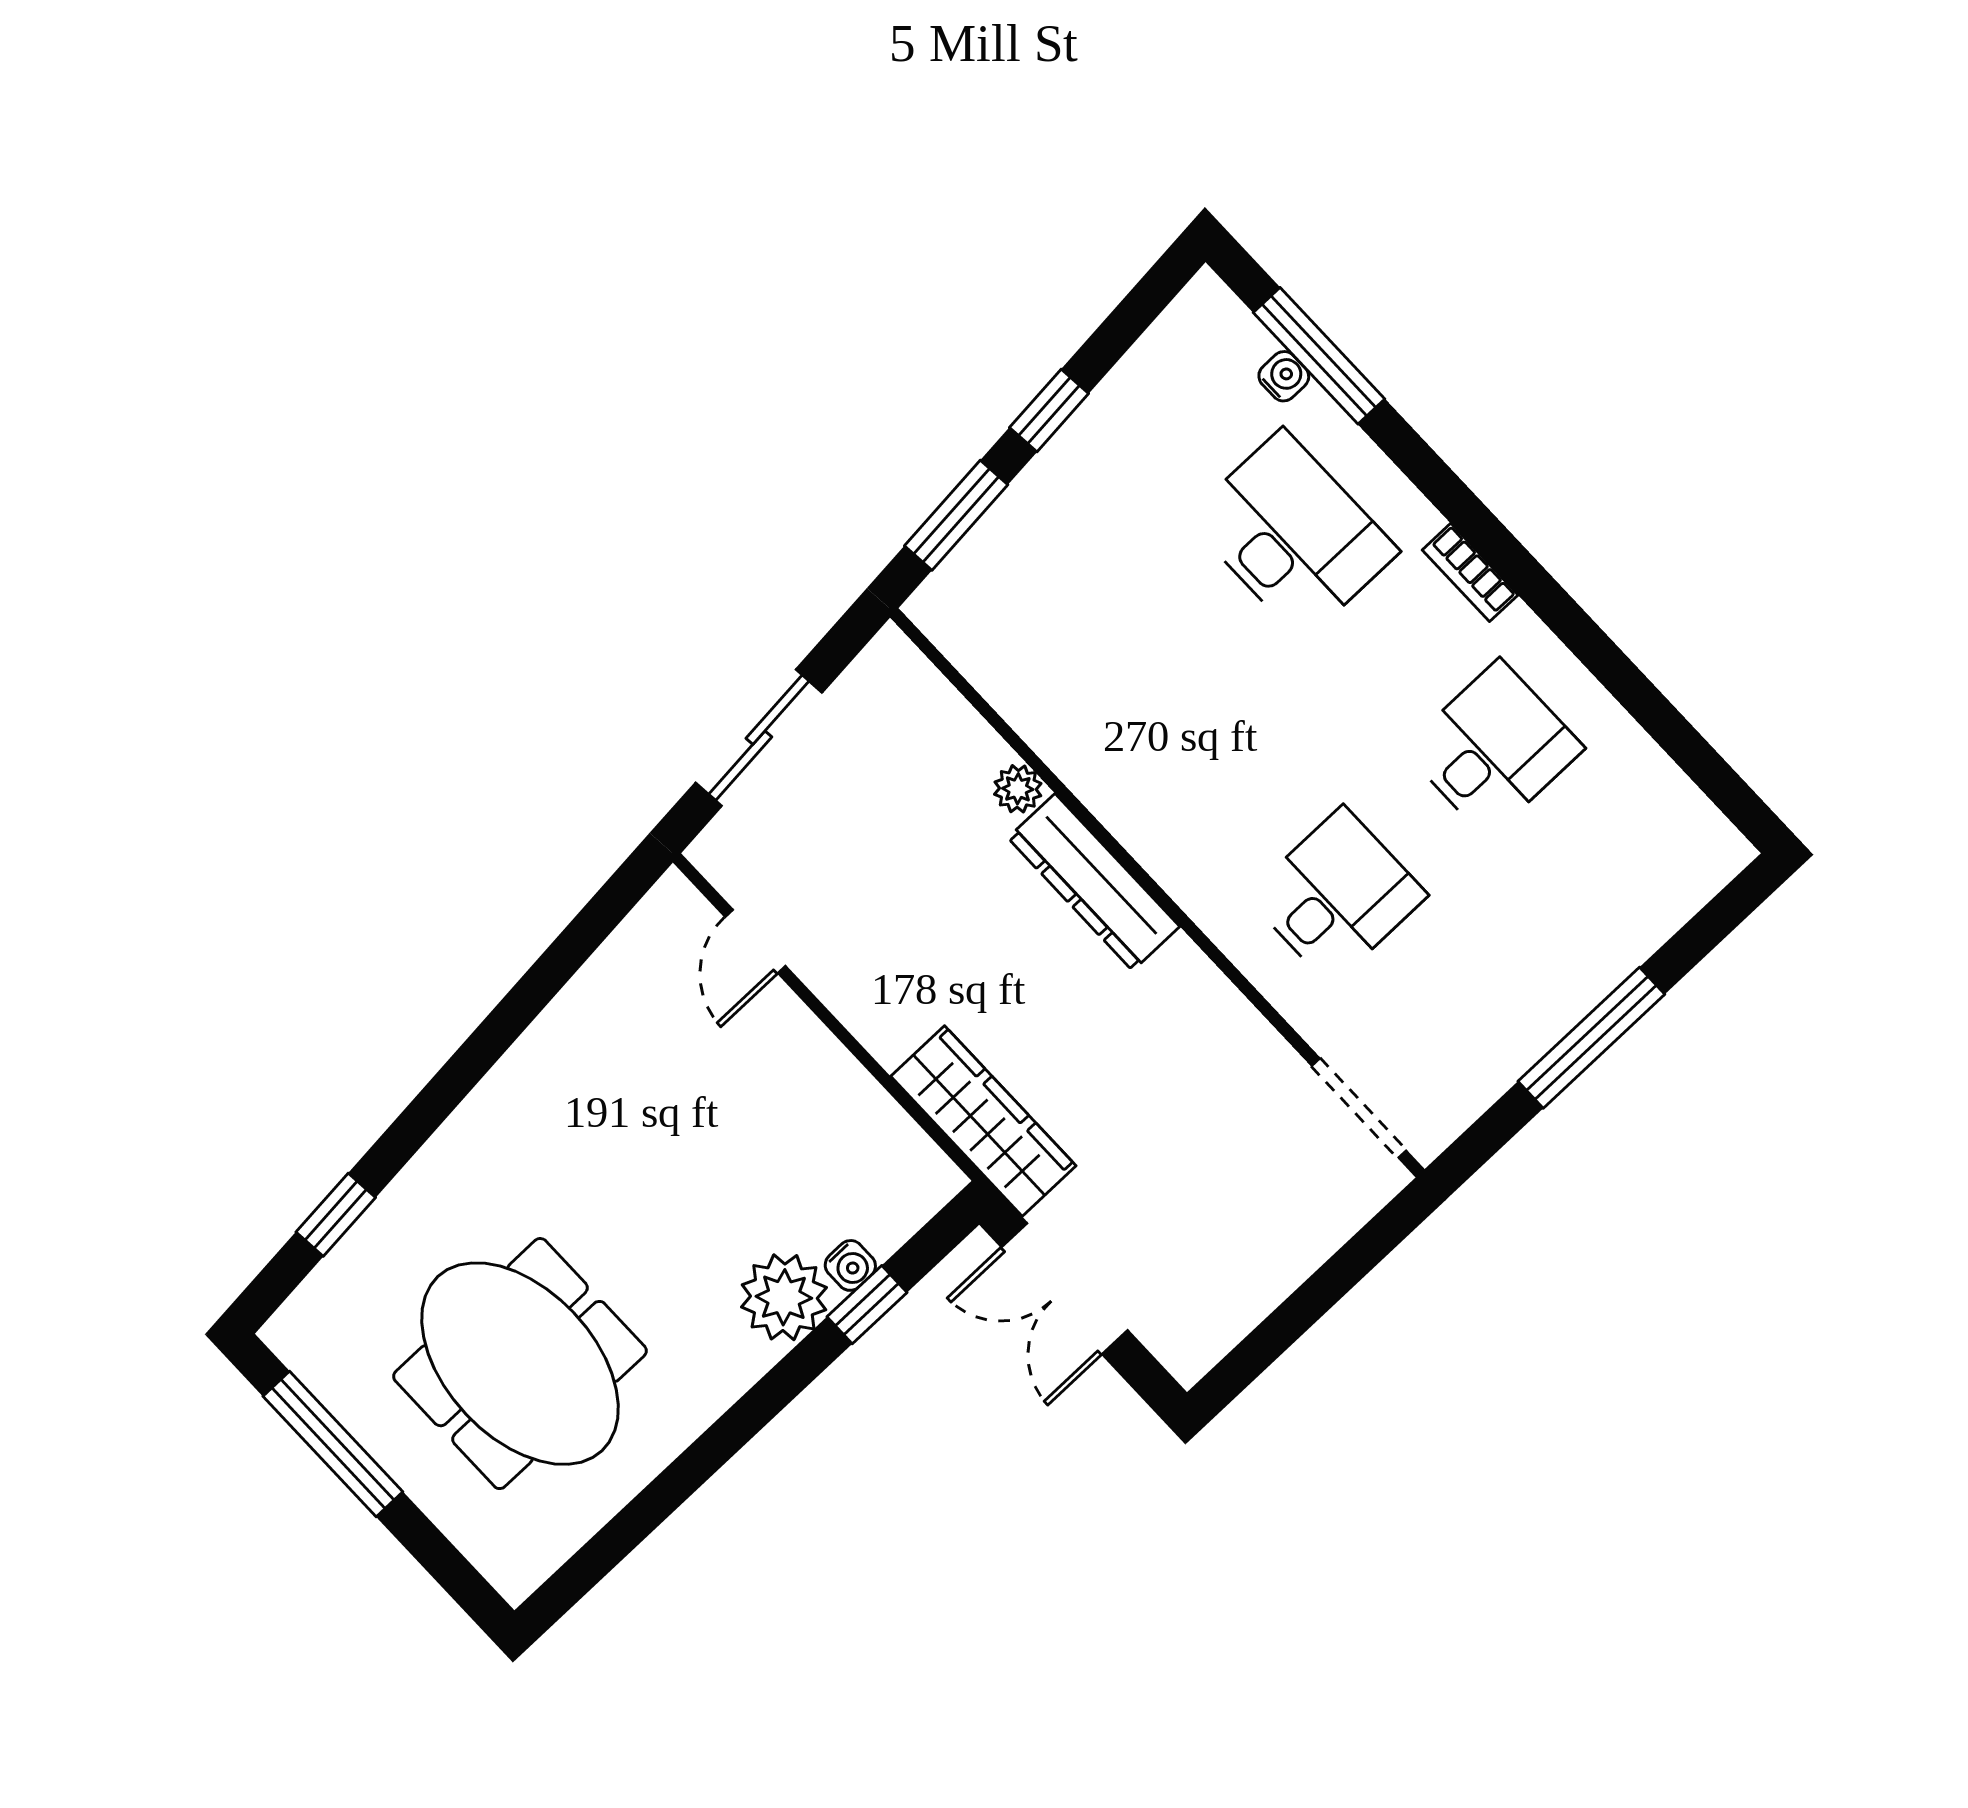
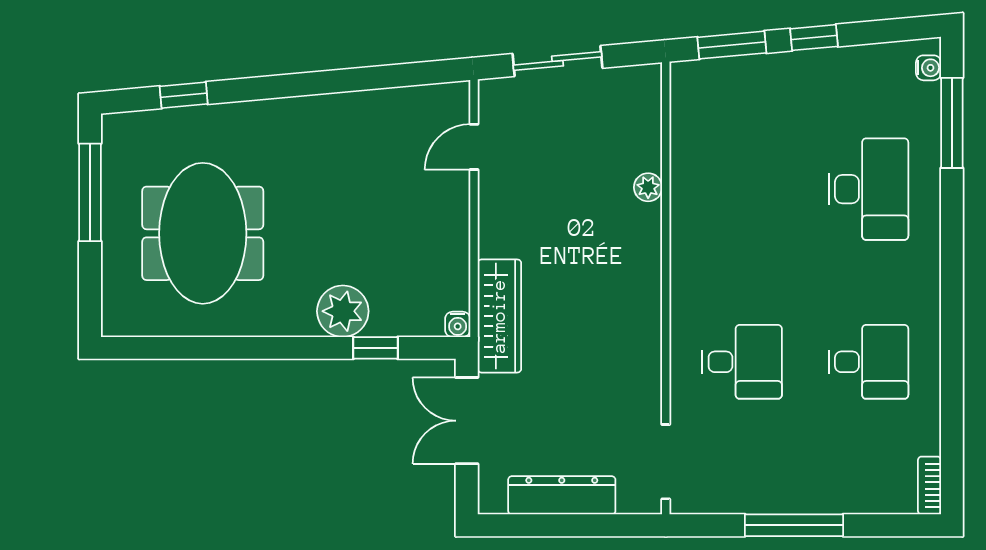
water cooler: (1284, 376) -> (928, 68), moved
bookcase: (1470, 572) -> (929, 485), moved
dresser: (1094, 882) -> (562, 495), moved, turned 90
water cooler: (850, 1265) -> (458, 324), moved

